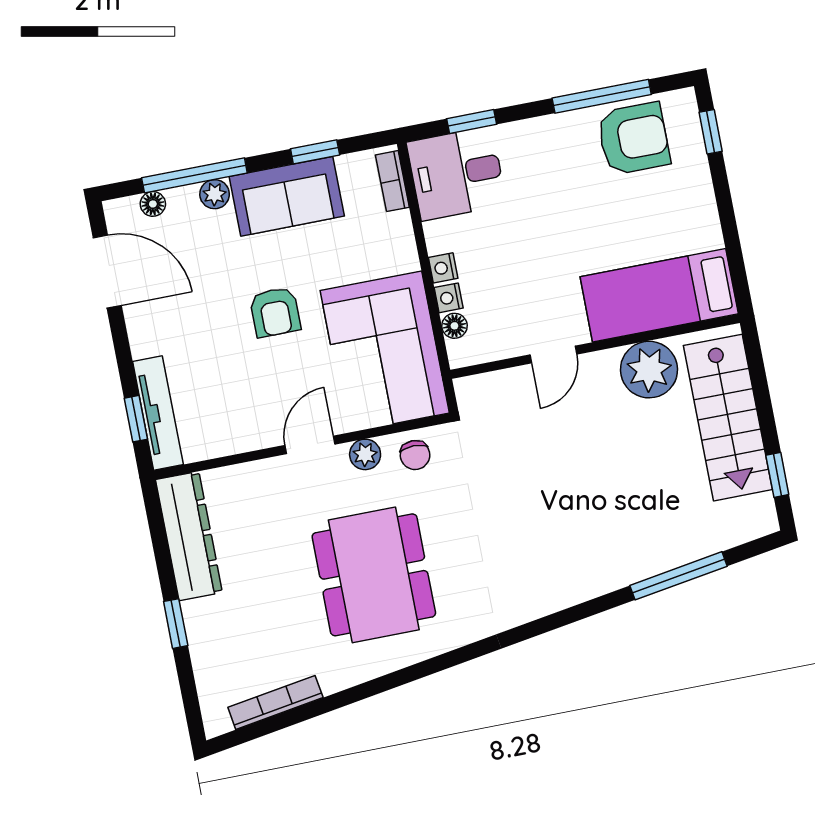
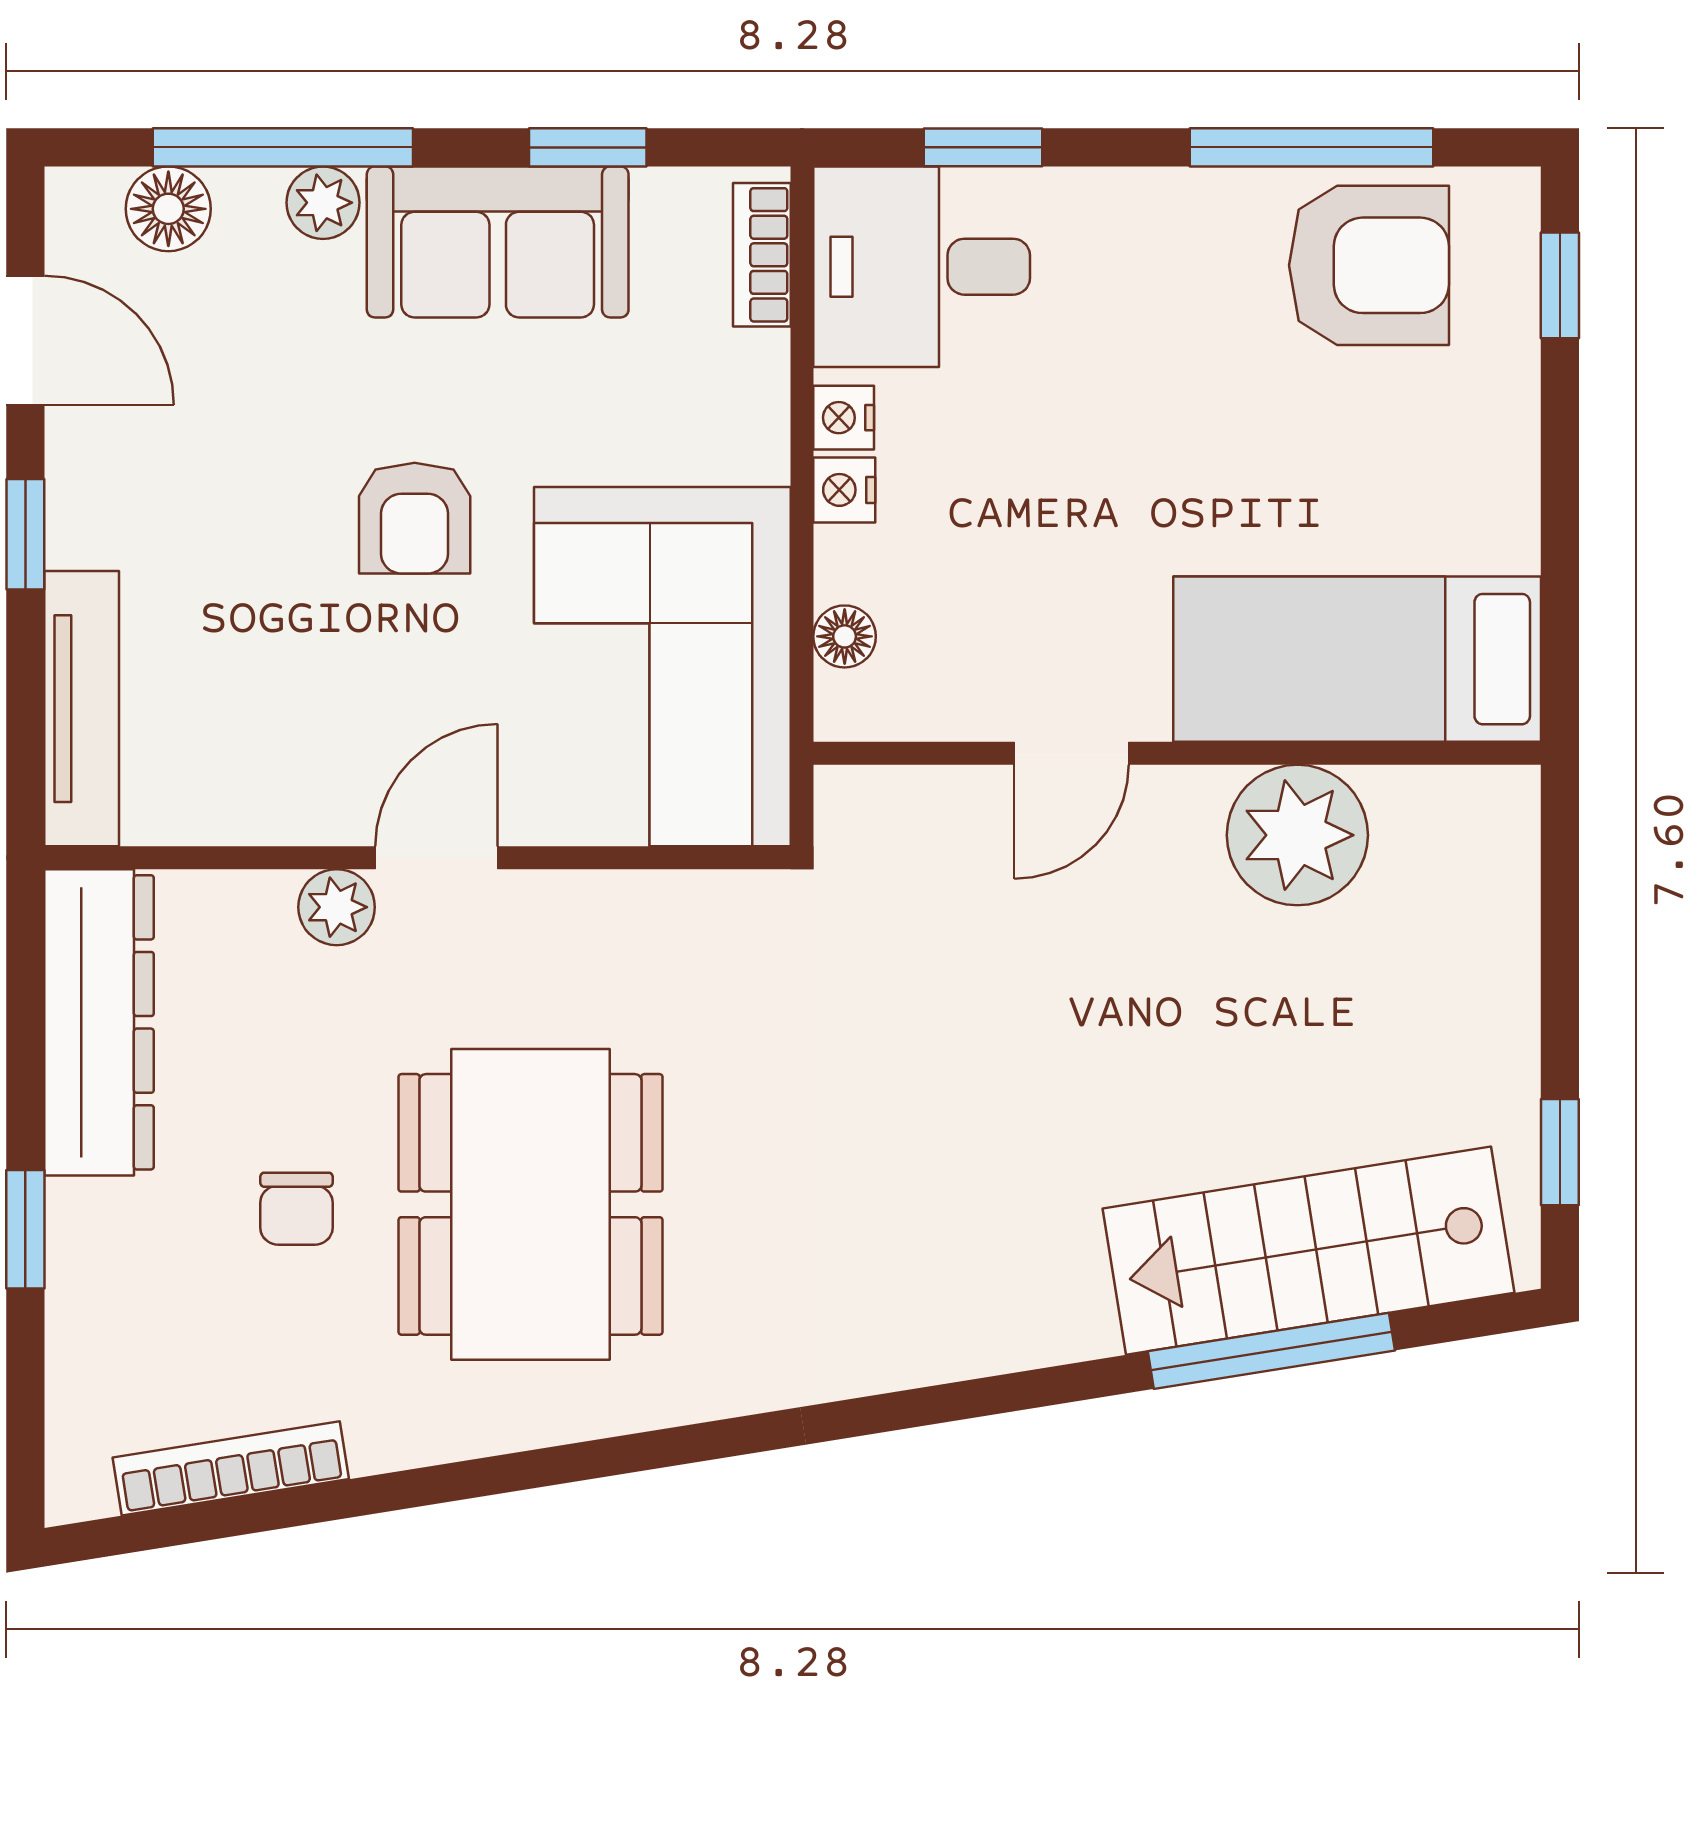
floor lamp: (153, 204) -> (168, 209), width x1.37, depth x1.37
door: (107, 272) -> (25, 340), width x0.73
nightstand: (449, 298) -> (844, 418), moved
stairs: (728, 418) -> (1309, 1251), moved, turned 81
window: (136, 419) -> (25, 534), moved
plant: (365, 454) -> (337, 907), moved
chair: (415, 455) -> (296, 1209), moved

